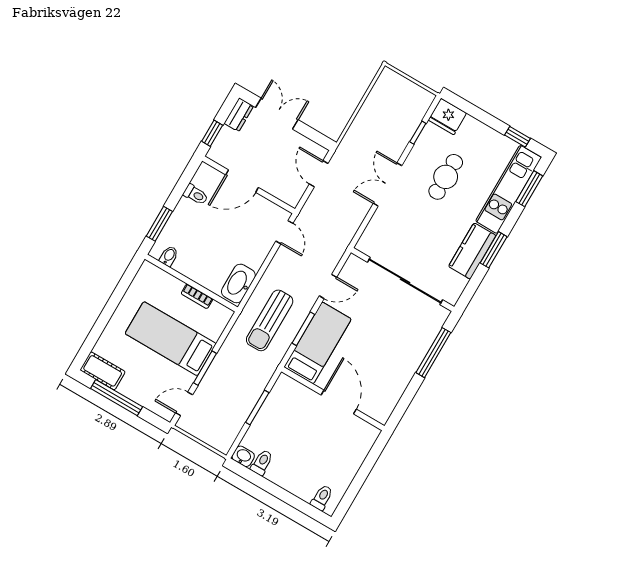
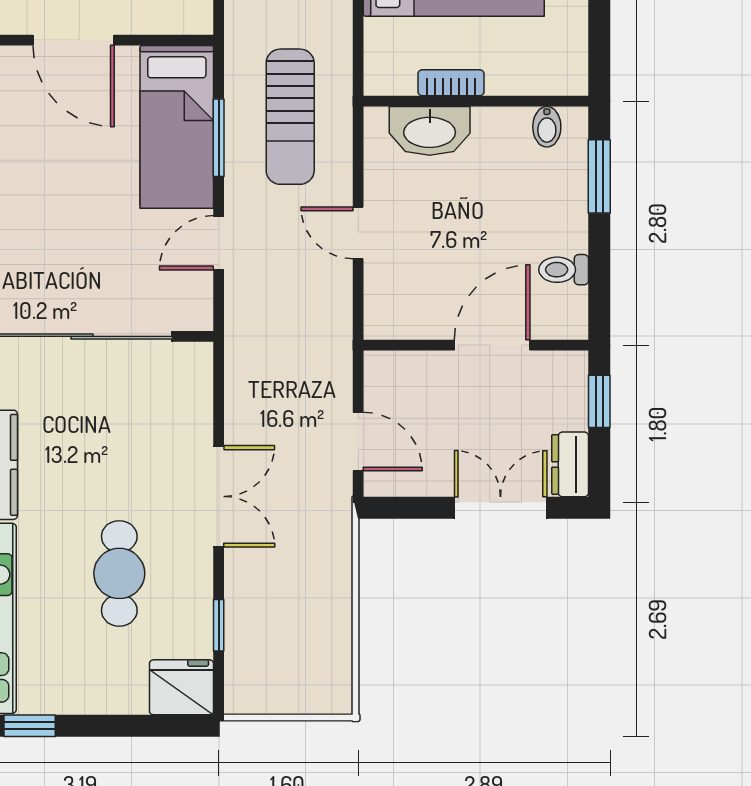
double door: (277, 114) -> (501, 508), swing flipped
door: (284, 232) -> (358, 233), moved
washbasin: (238, 283) -> (430, 131), moved, turned 90
sun lounger: (270, 320) -> (290, 117), turned 180

